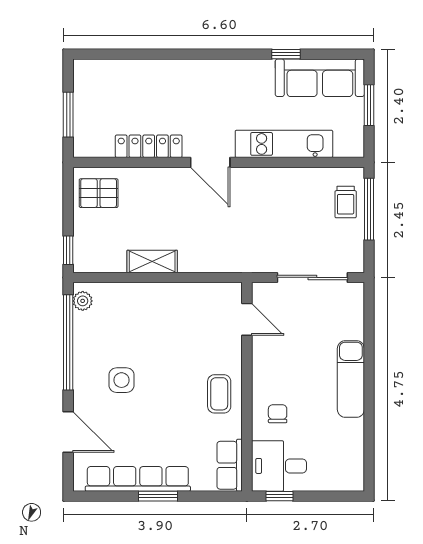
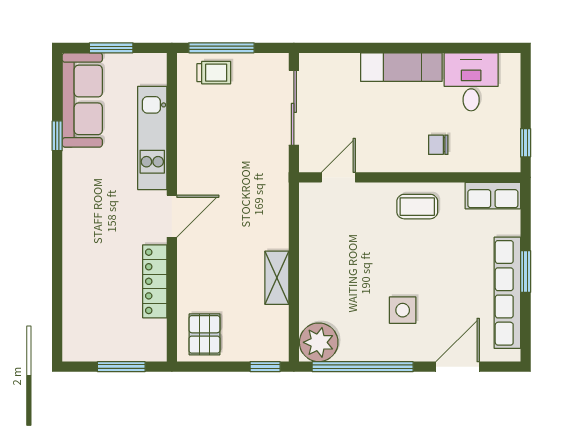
plant: (83, 301) -> (319, 342), width x1.87, depth x1.87
desk: (279, 466) -> (471, 82), moved, turned 180

